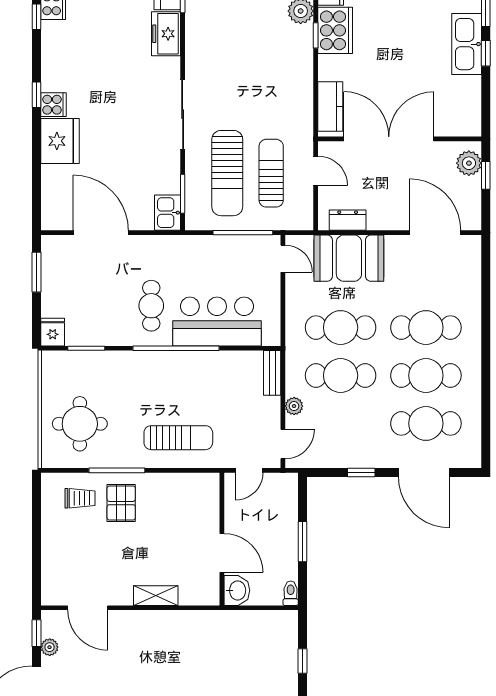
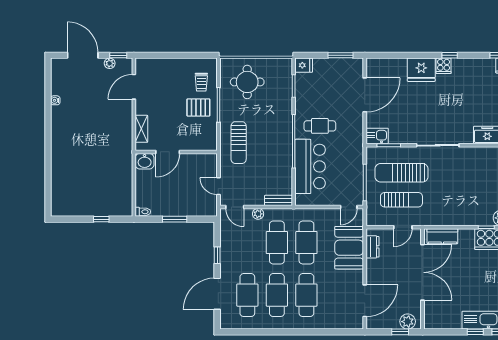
wall: (222, 539) -> (176, 152), moved
door: (222, 553) -> (168, 152), moved
washbasin: (237, 590) -> (145, 161), moved

